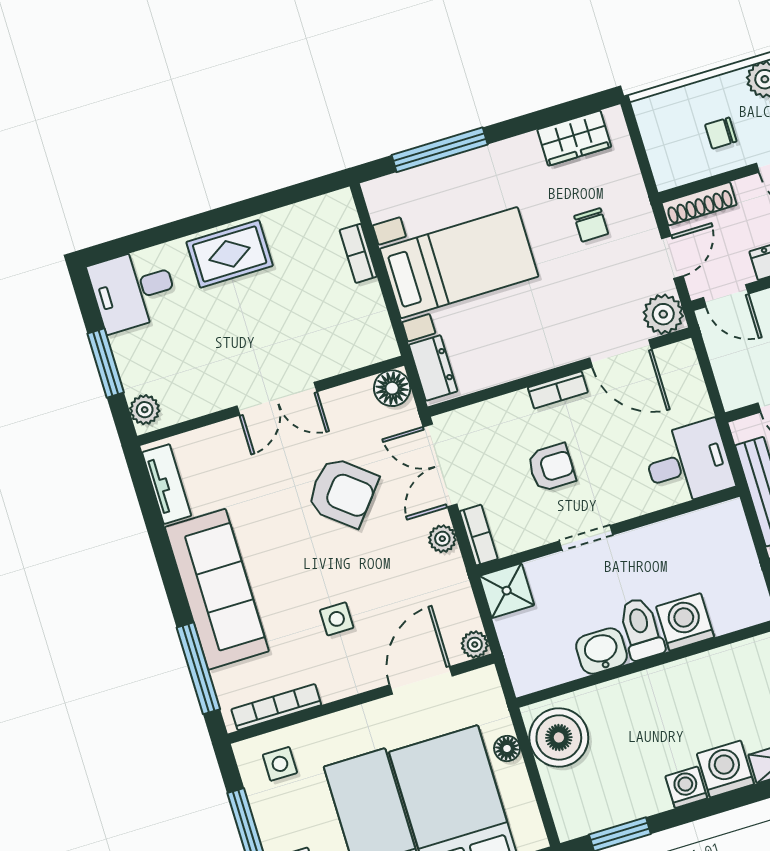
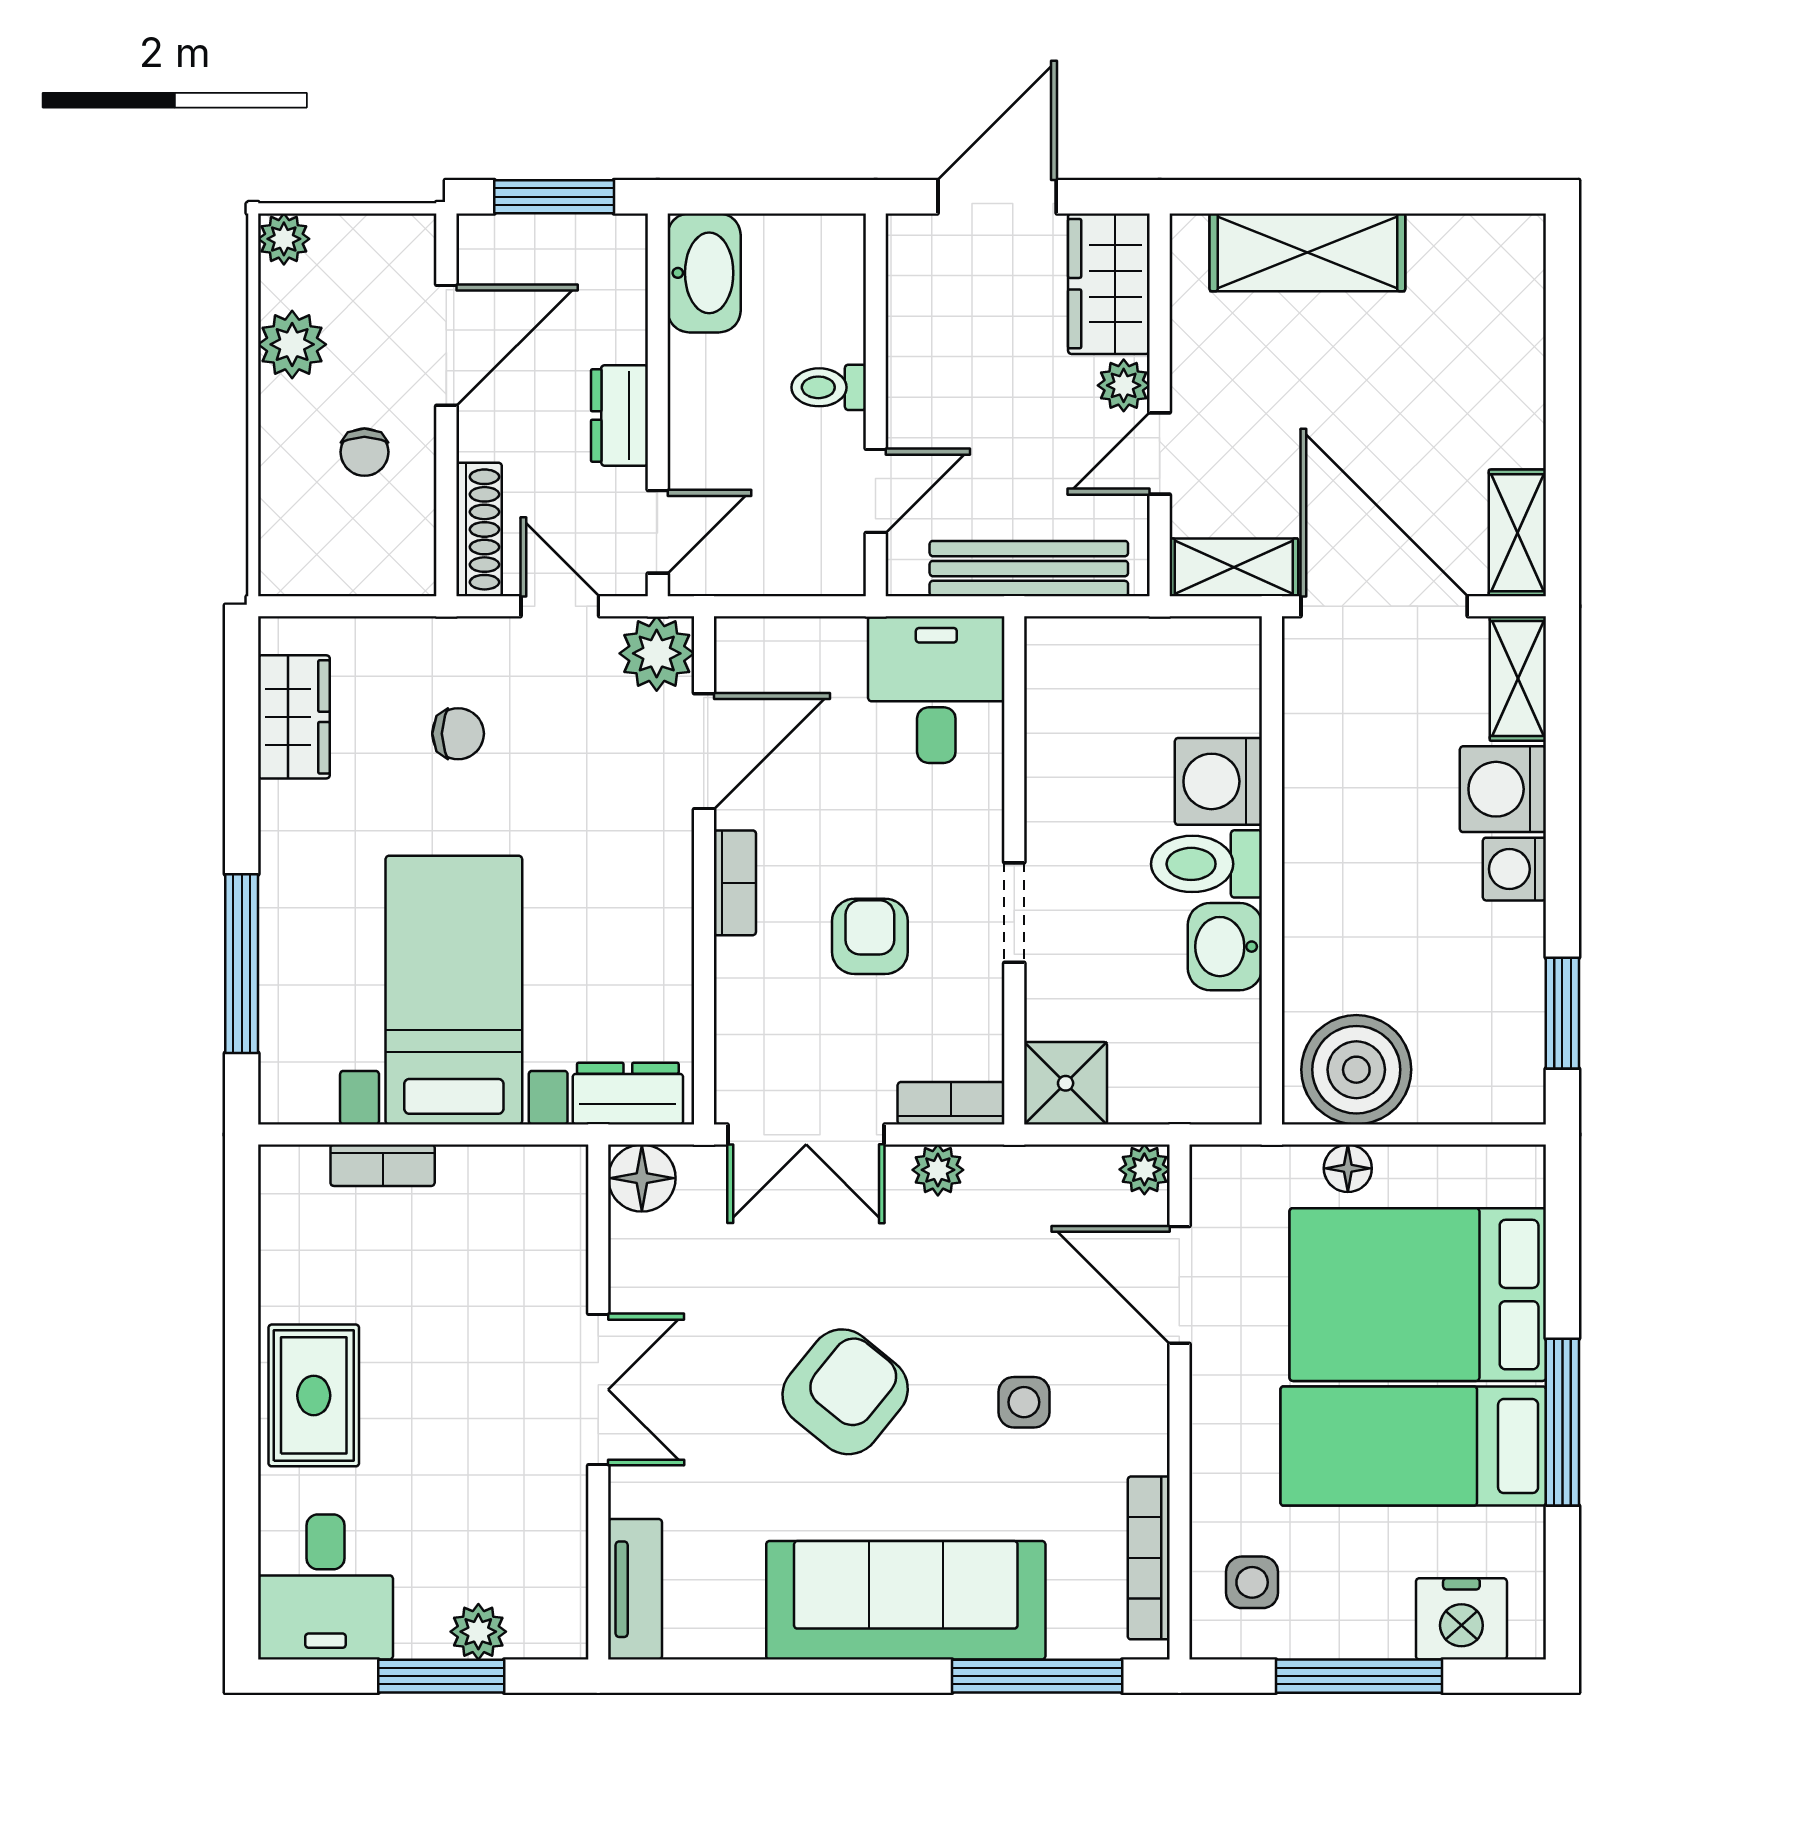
plant: (145, 410) -> (478, 1632), moved
tv unit: (167, 484) -> (635, 1589), moved, turned 90
armchair: (342, 492) -> (845, 1392), moved

